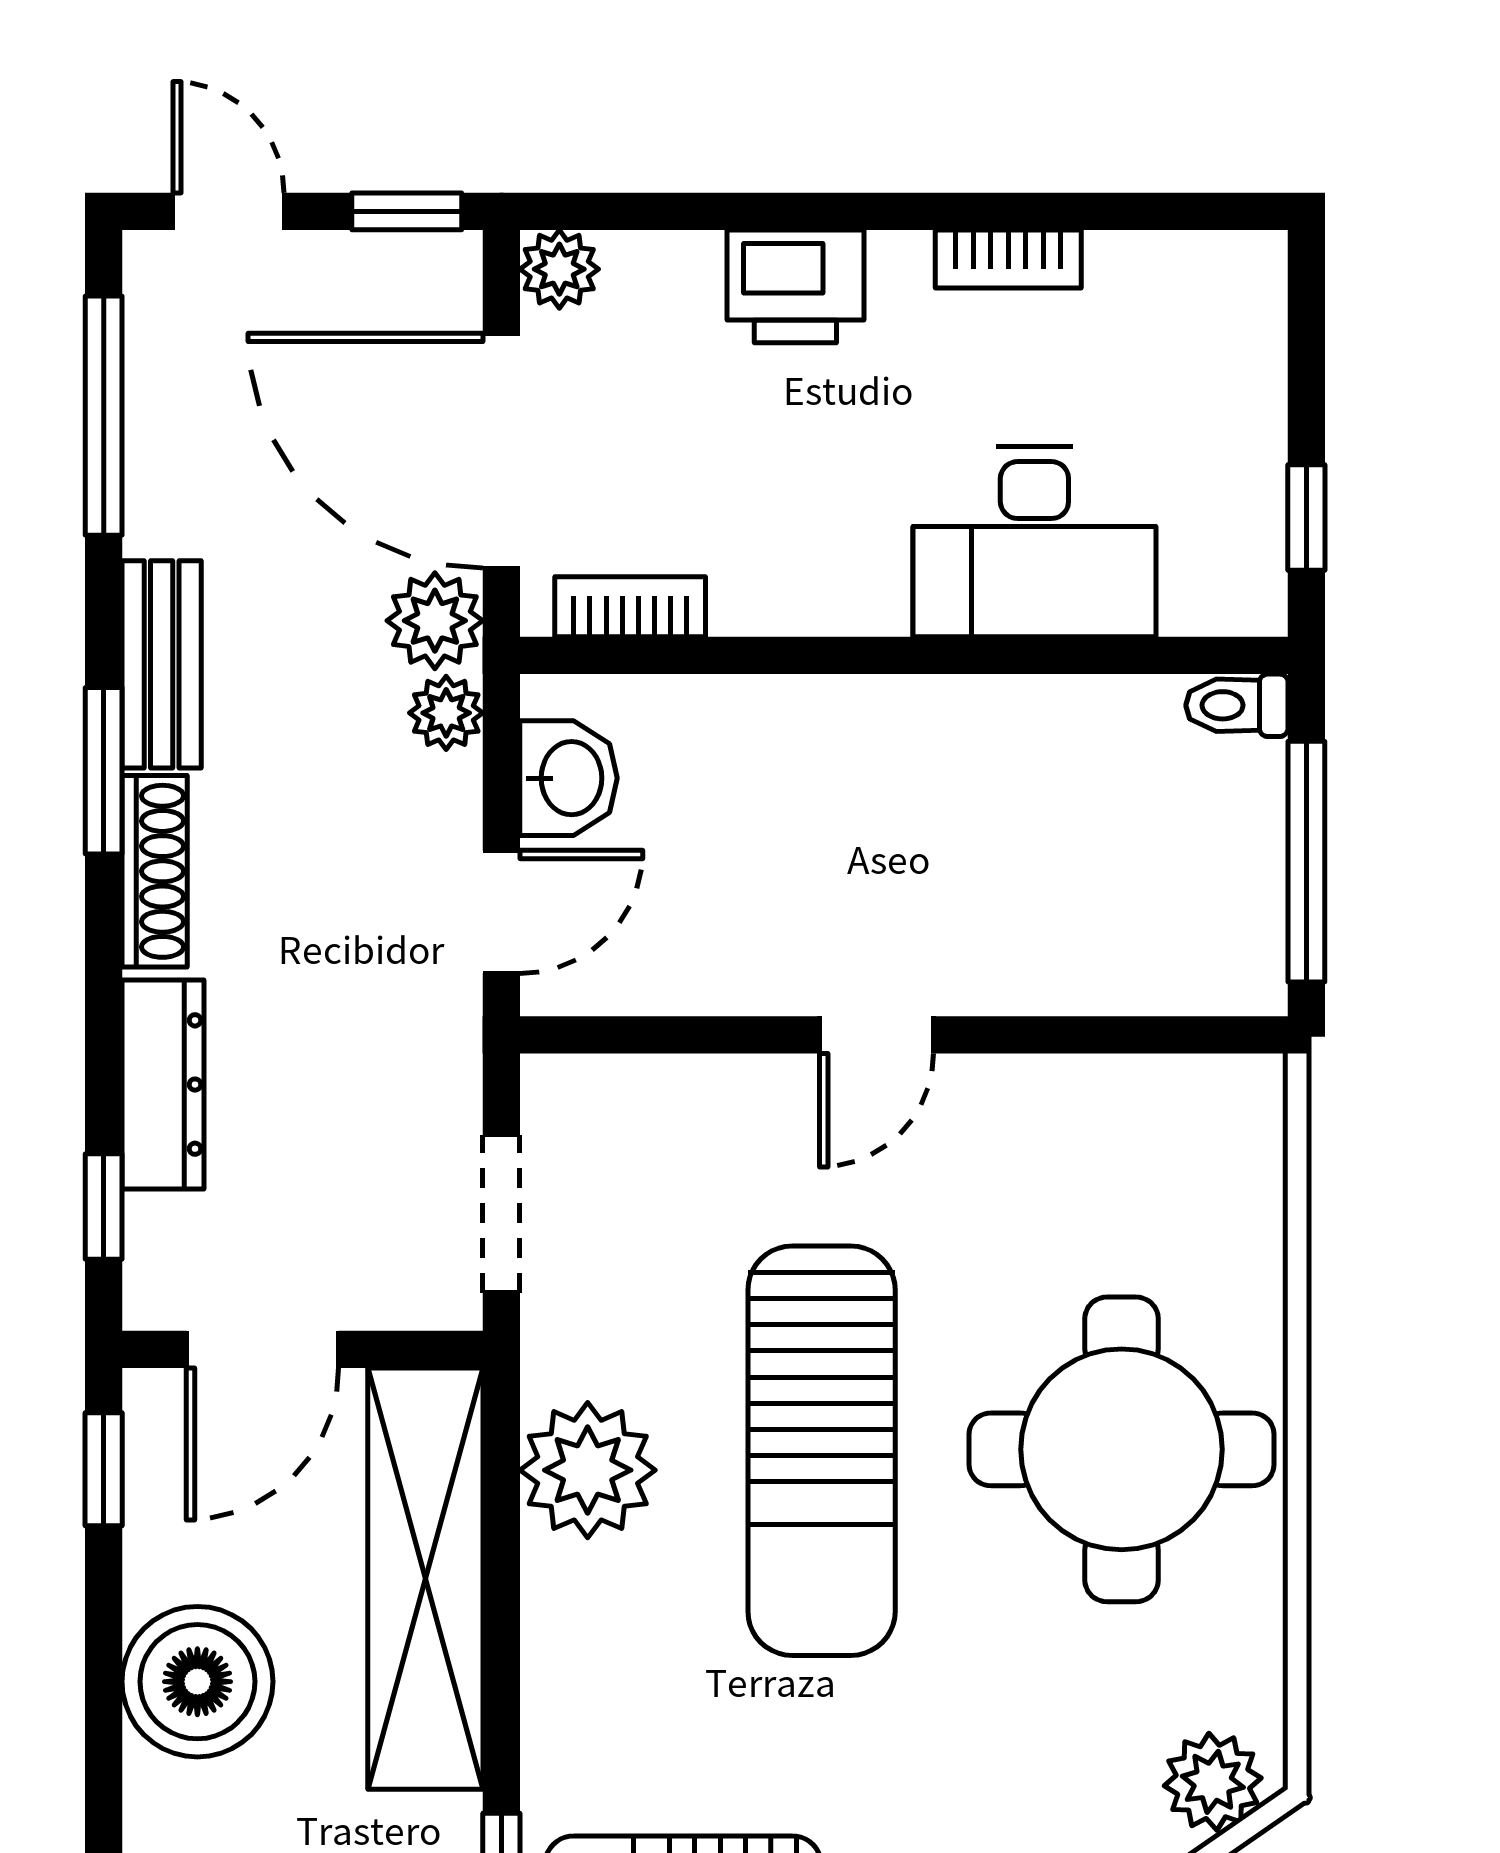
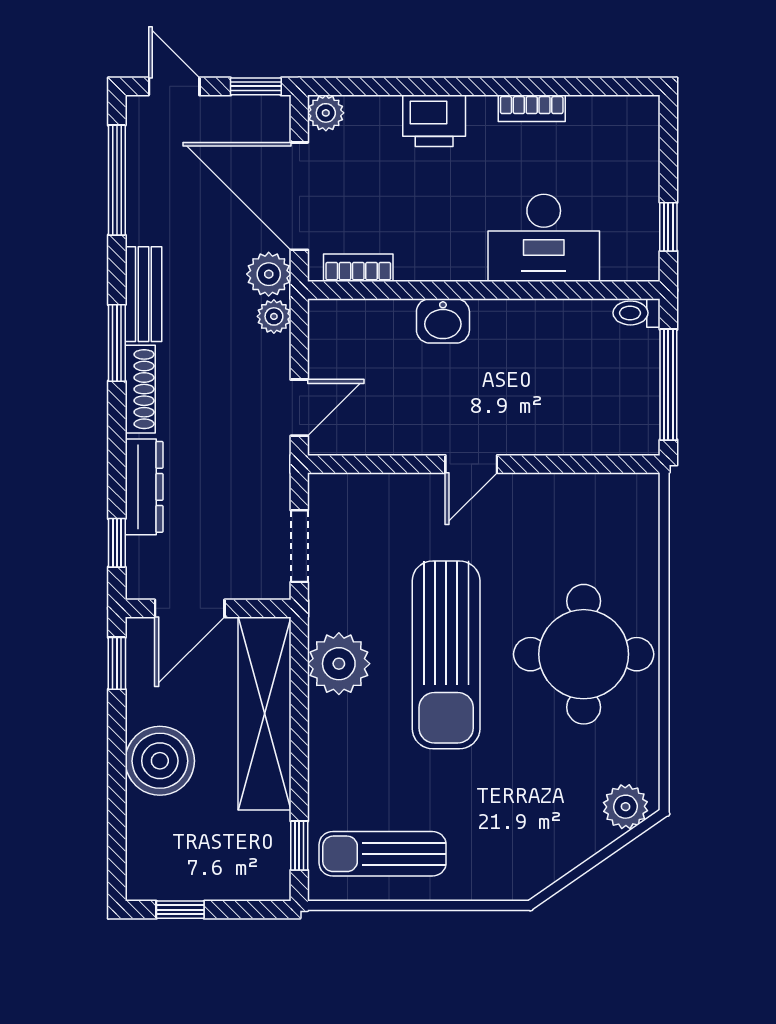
washbasin: (569, 778) -> (443, 321), moved, turned 90

